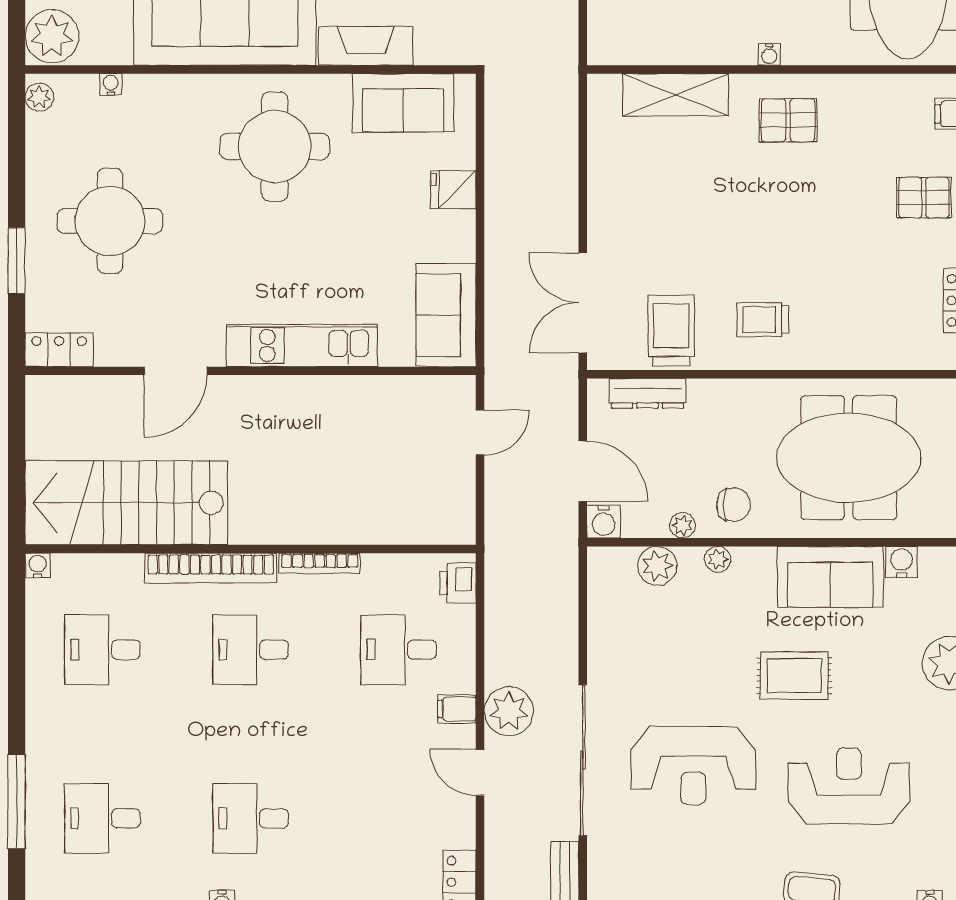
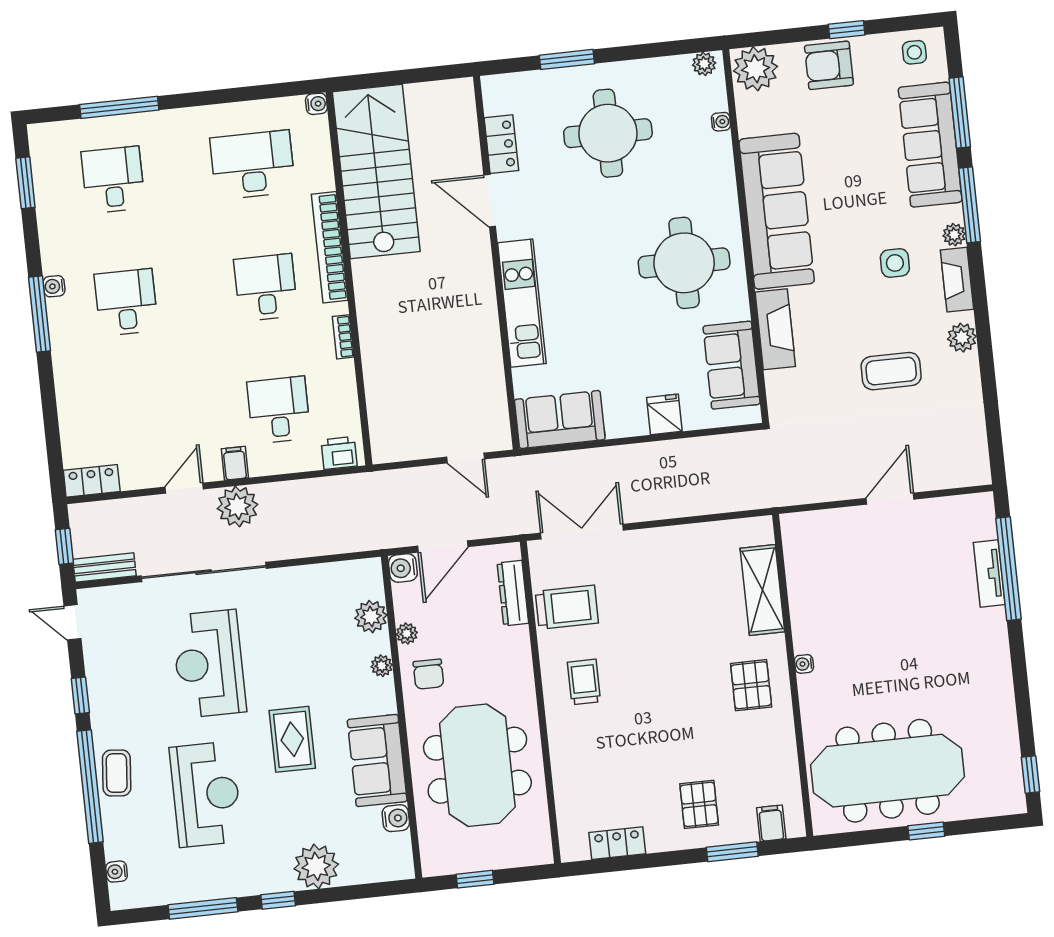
locker: (59, 350) -> (501, 144), moved
bookcase: (320, 563) -> (343, 337), width x0.64
desk: (103, 650) -> (253, 165), width x1.37

